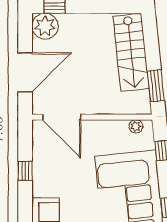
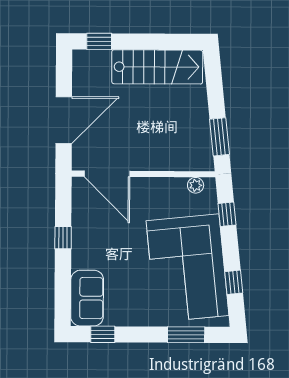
plant: (45, 26) -> (88, 65), removed
stairs: (131, 53) -> (157, 67), moved, turned -84

